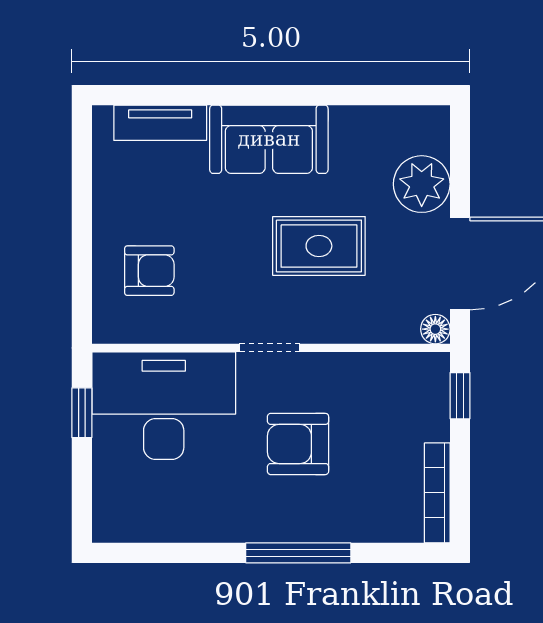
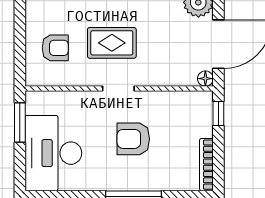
rug: (319, 246) -> (112, 43), moved
desk: (164, 406) -> (53, 153), moved, turned -90
window: (82, 413) -> (20, 123), width x1.50

